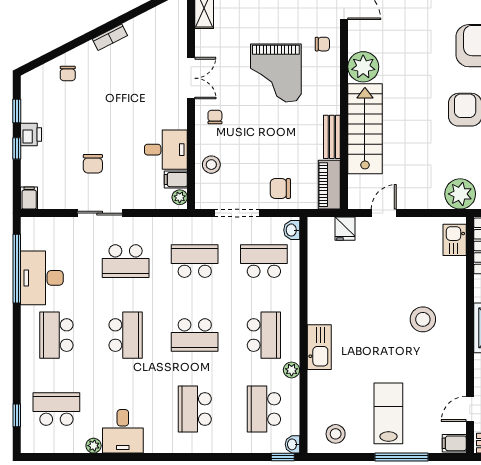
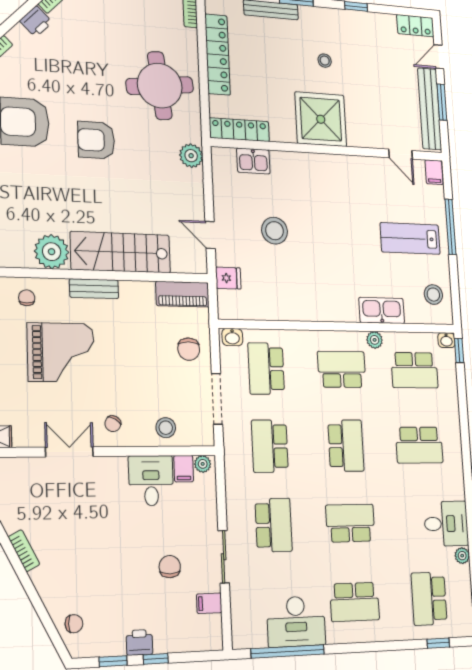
chair: (68, 73) -> (74, 624), moved
chair: (215, 117) -> (113, 424), turned -60
bench: (332, 137) -> (94, 289), moved
chair: (93, 164) -> (170, 567), turned -90
plant: (460, 194) -> (191, 156), width x0.73, depth x0.73
filing cabinet: (29, 198) -> (209, 603), moved
kitchen sink: (455, 240) -> (253, 161), moved
stool: (423, 319) -> (275, 231), moved
kitchen sink: (319, 347) -> (382, 310), moved

